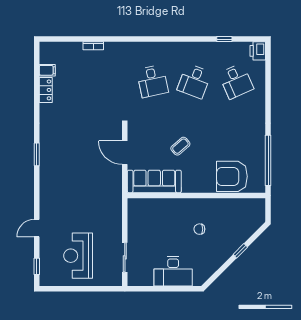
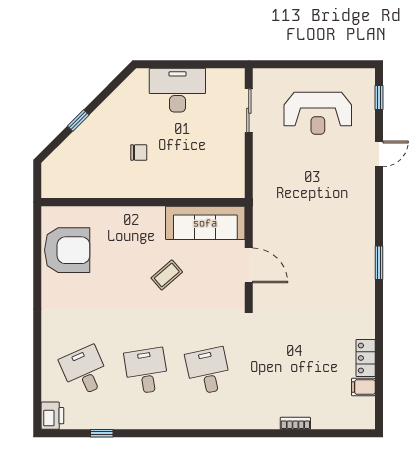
desk: (194, 81) -> (146, 371), turned -30
window: (268, 160) -> (37, 254), removed
armchair: (232, 176) -> (67, 250), moved
reception desk: (78, 256) -> (318, 113), turned 90

